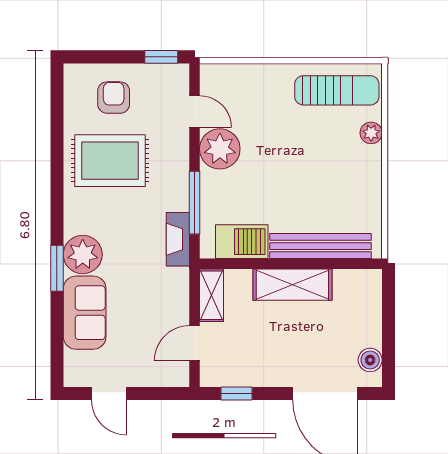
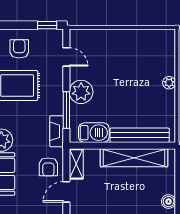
sun lounger: (337, 90) -> (149, 45), removed
plant: (371, 133) -> (169, 83), moved
plant: (220, 149) -> (81, 92), moved
shelving: (292, 285) -> (134, 158), width x1.47
armchair: (164, 300) -> (48, 167), added

